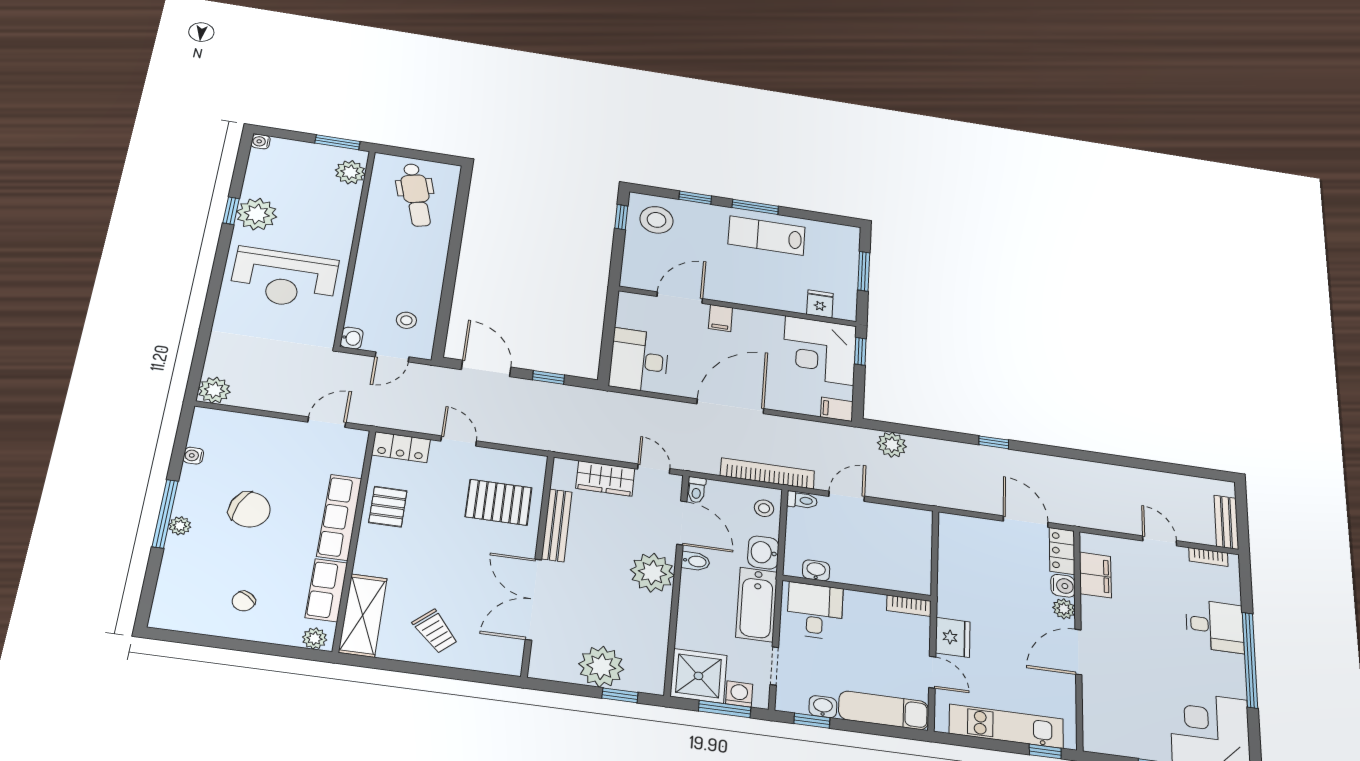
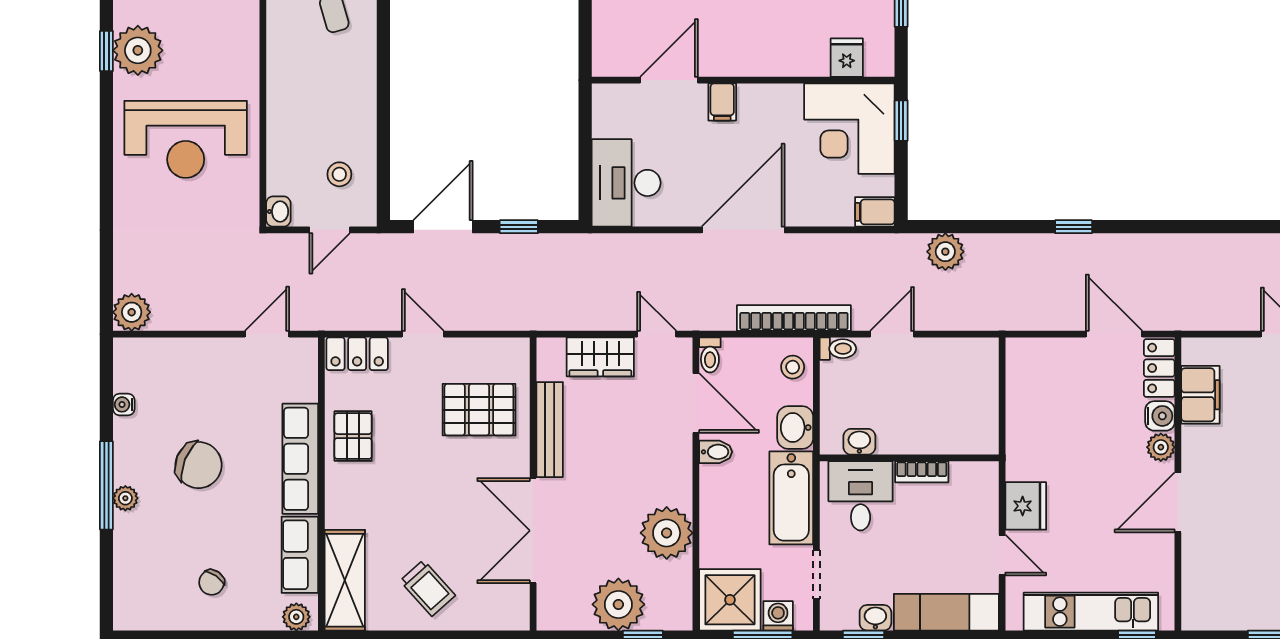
door: (486, 368) -> (443, 227), hinge flipped
plant: (652, 573) -> (667, 533), moved
bookcase: (909, 606) -> (922, 472), moved

